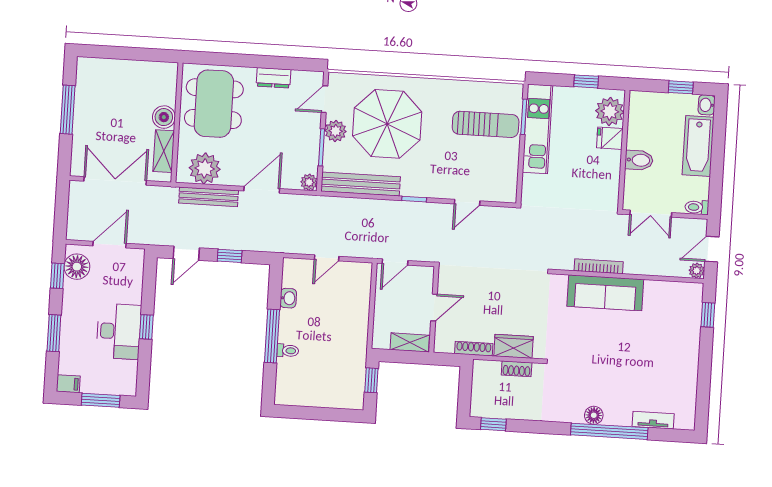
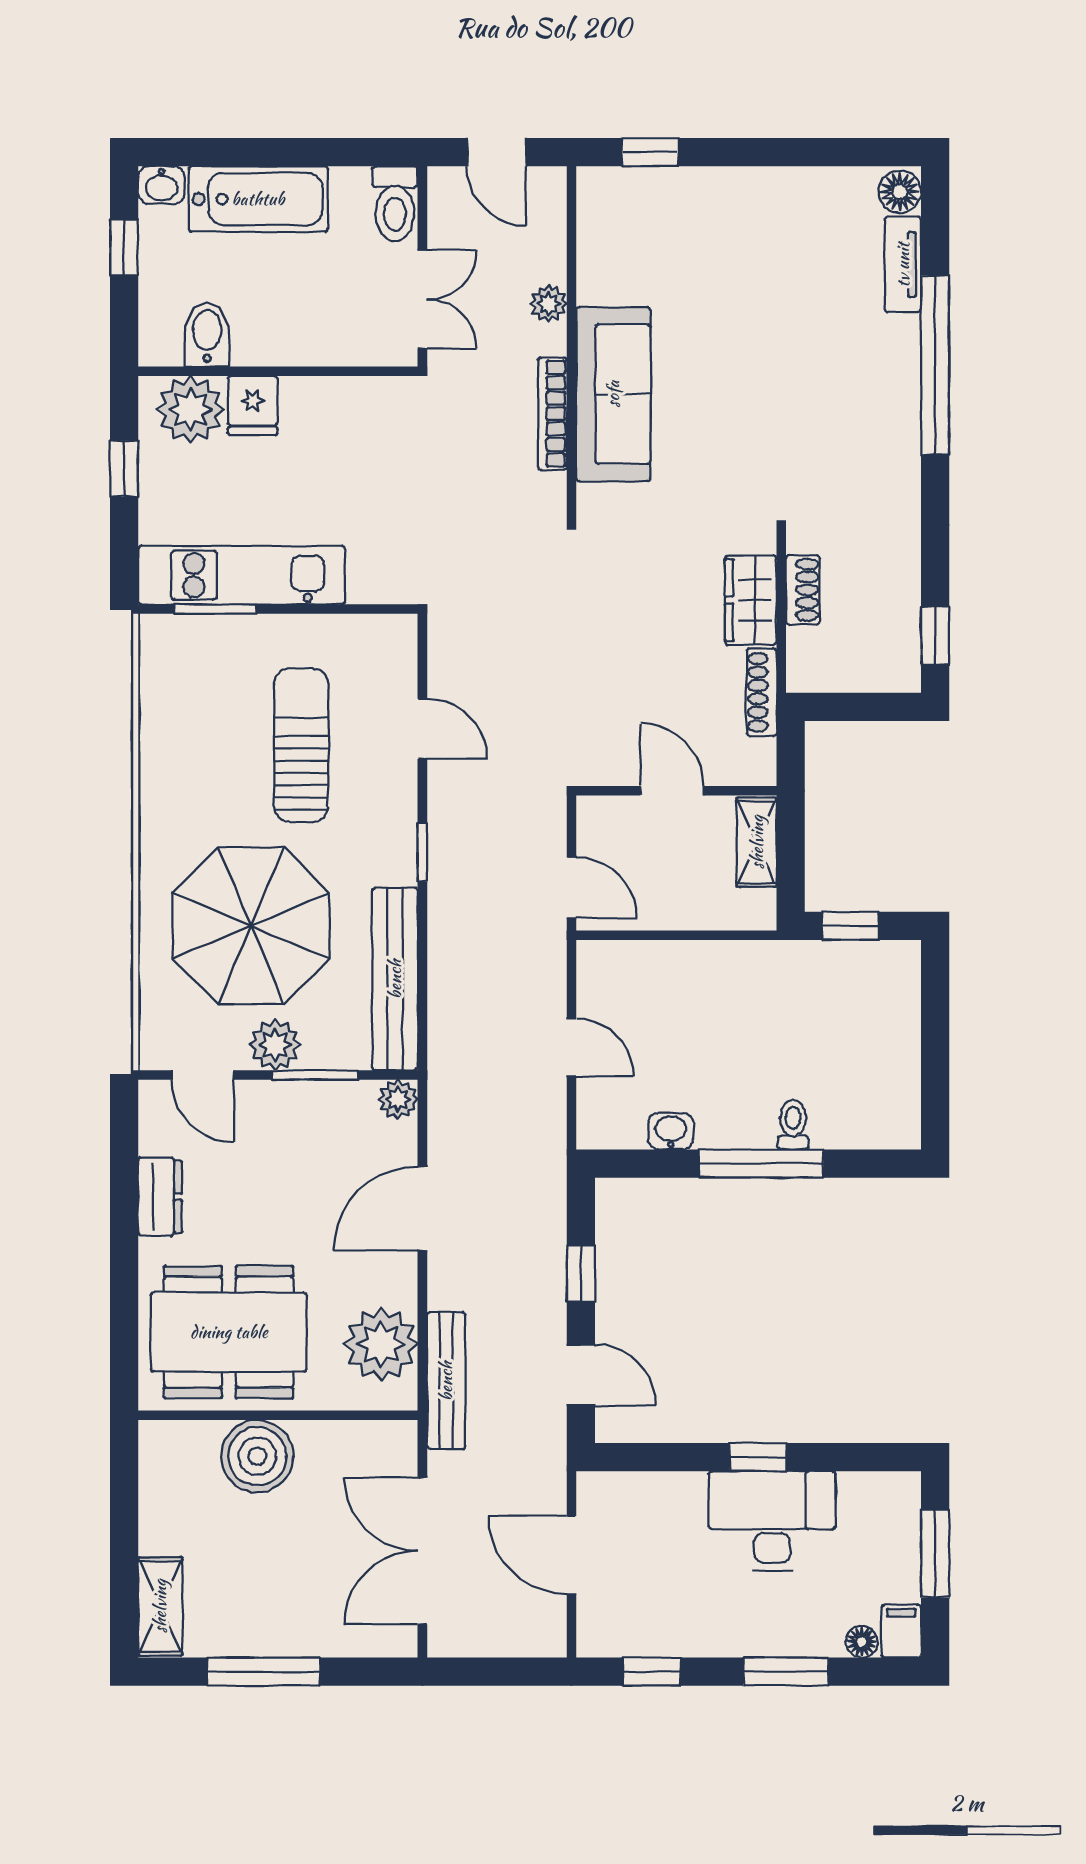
boiler: (164, 117) -> (257, 1456), width x1.37, depth x1.37
sun lounger: (486, 124) -> (301, 745), moved
shelving: (164, 151) -> (160, 1606), moved, turned 90
bidet: (639, 160) -> (207, 335), moved
door: (262, 190) -> (422, 1208), hinge flipped
bench: (209, 197) -> (446, 1381), moved
toilet: (697, 207) -> (395, 204), width x1.37, depth x1.39
floor lamp: (77, 267) -> (862, 1642), moved, width x0.53, depth x0.53
plant: (697, 271) -> (549, 304), moved
floor lamp: (594, 415) -> (900, 192), moved

